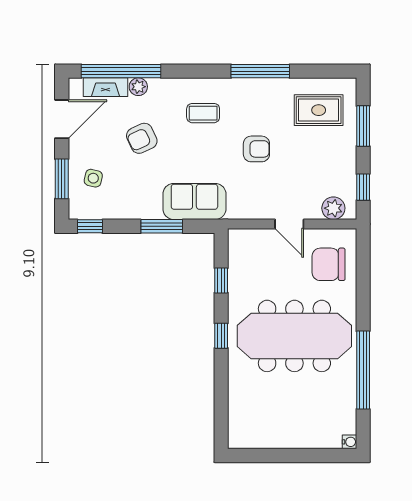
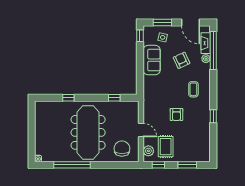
window: (260, 71) -> (213, 116), width x0.46
rug: (319, 110) -> (166, 147), moved
sofa: (194, 201) -> (152, 60), moved
door: (289, 224) -> (141, 130), swing flipped
window: (162, 226) -> (140, 70), removed
window: (221, 336) -> (68, 98), moved

